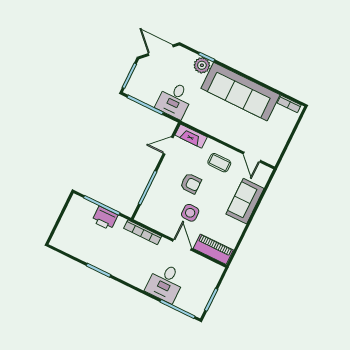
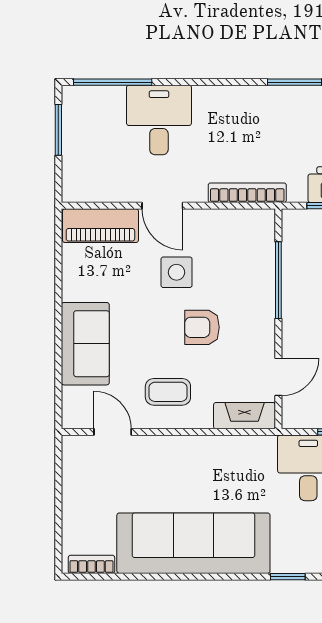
plant: (202, 65) -> (289, 557), removed

